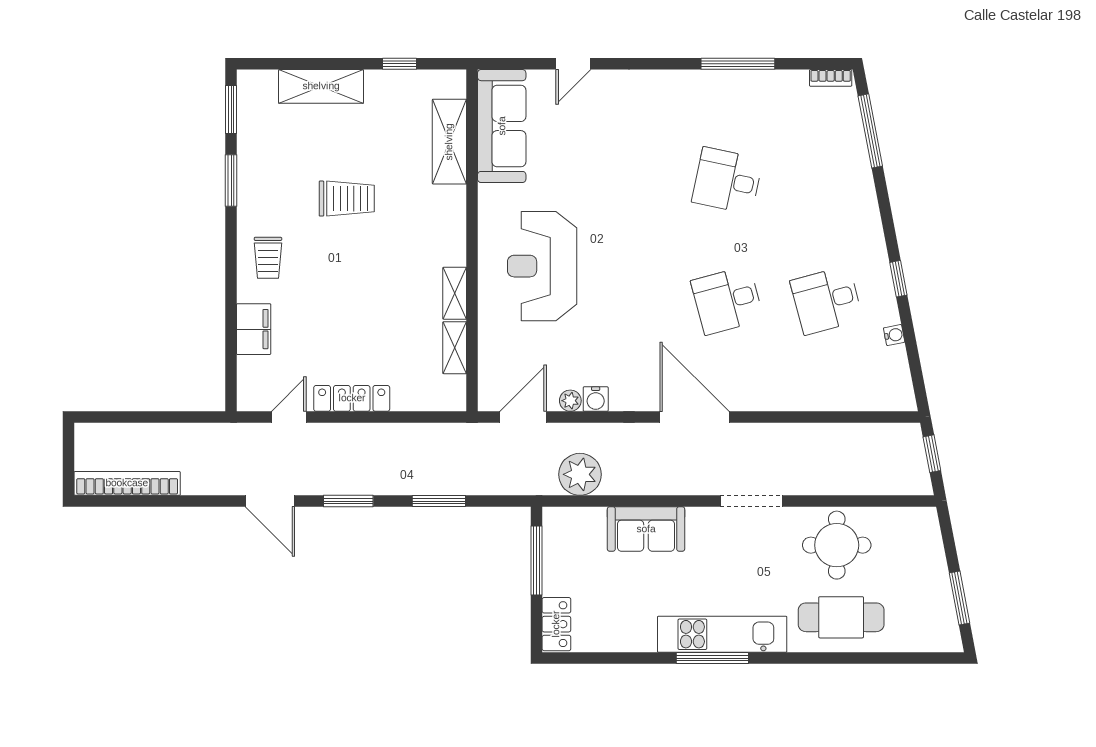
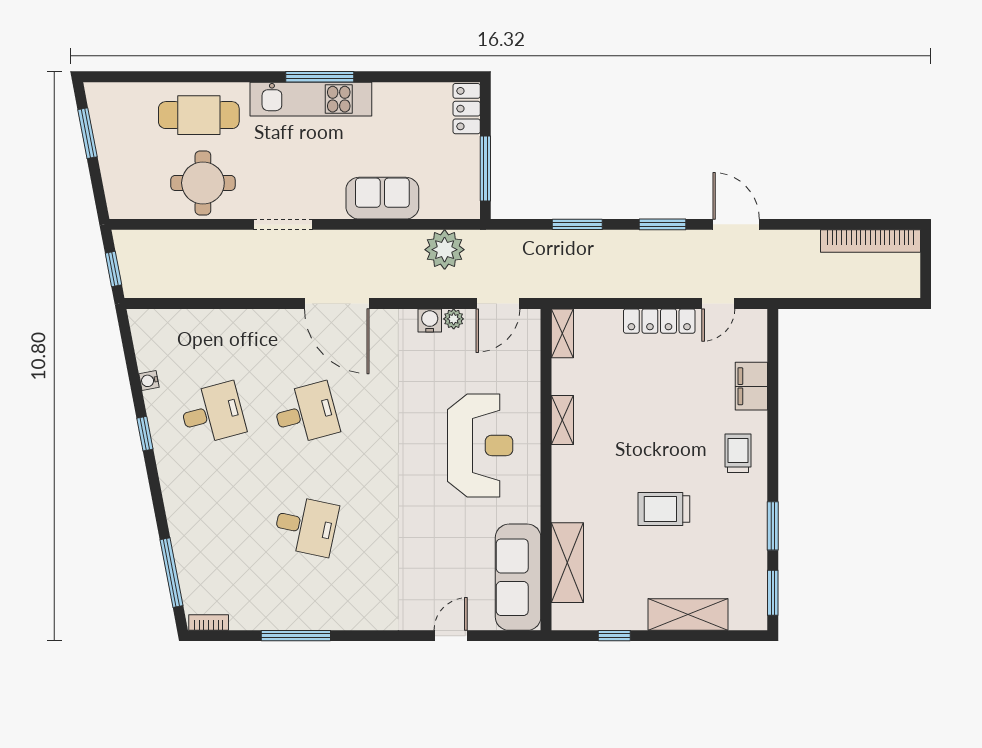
shelving: (455, 348) -> (562, 333), moved

